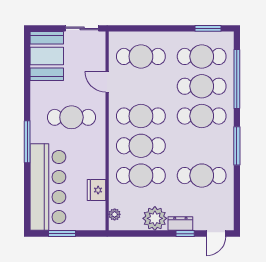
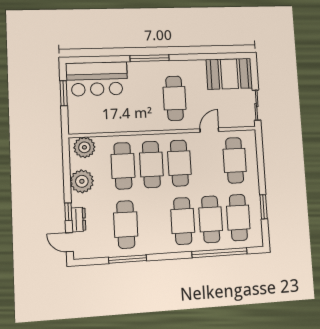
window: (208, 28) -> (264, 207), moved
window: (237, 146) -> (128, 259), moved
bar counter: (48, 187) -> (97, 79), width x0.73
fridge: (97, 190) -> (107, 124), removed
plant: (115, 214) -> (84, 147), width x1.87, depth x1.87
dresser: (180, 224) -> (78, 219), moved

